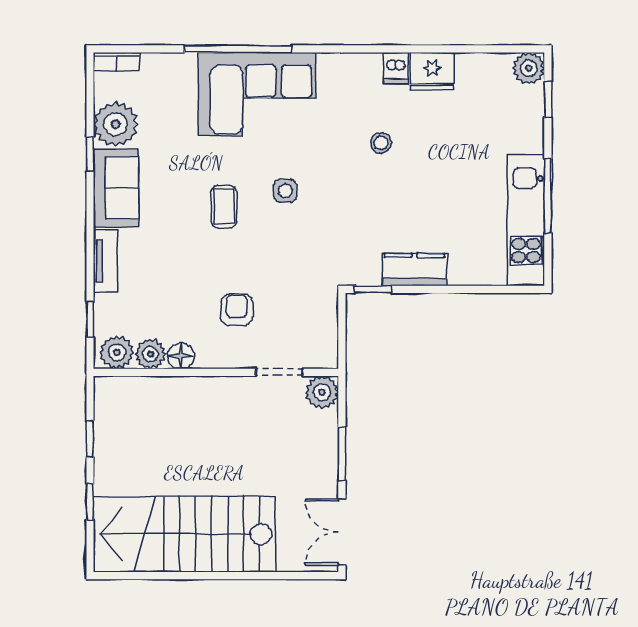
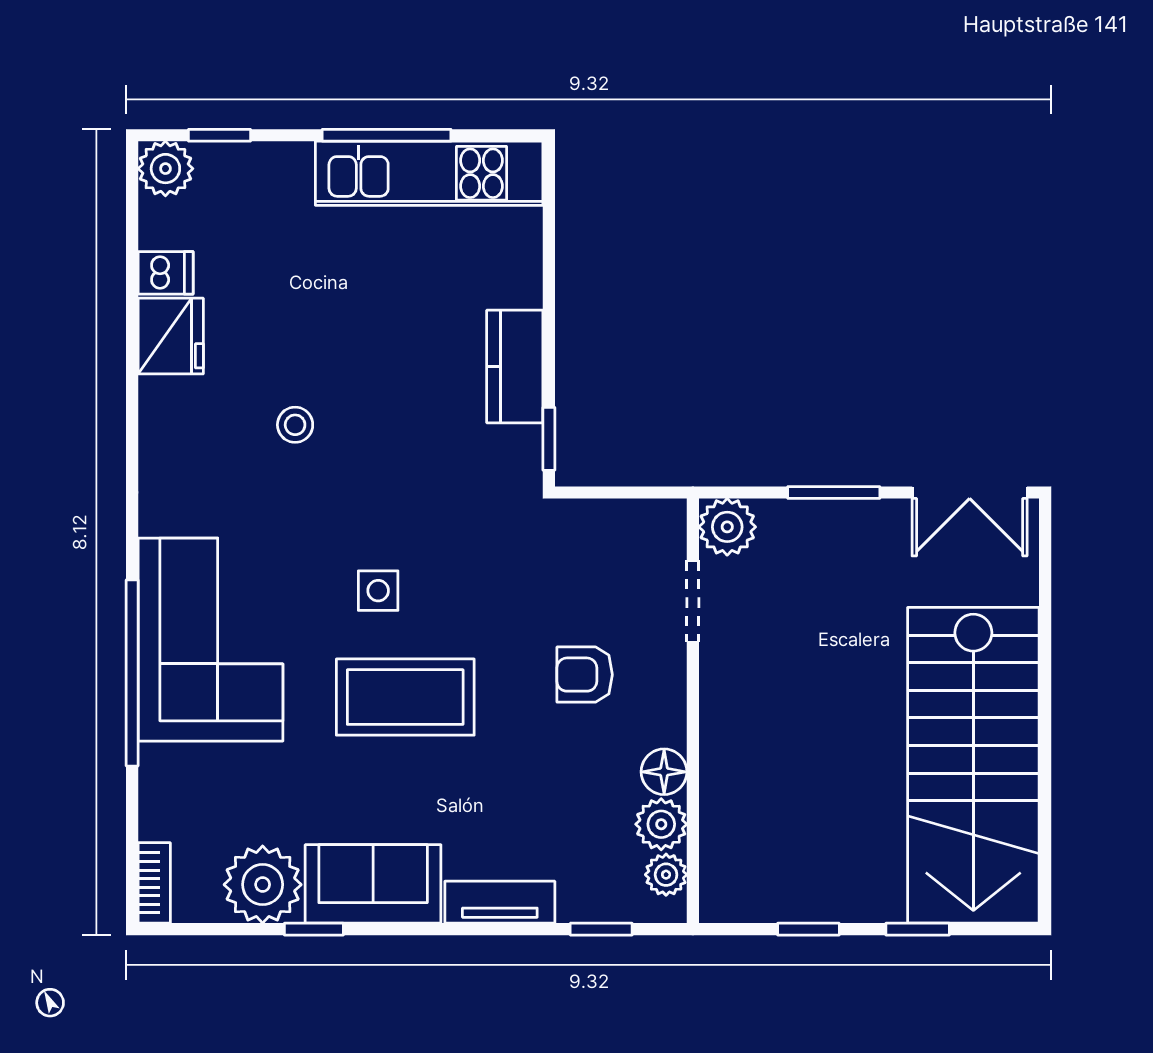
dishwasher: (396, 68) -> (166, 273), moved
coffee table: (224, 206) -> (405, 697), width x1.86, depth x1.72
plant: (117, 352) -> (666, 875), width x0.73, depth x0.73

